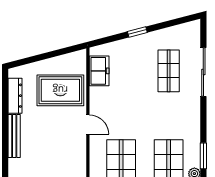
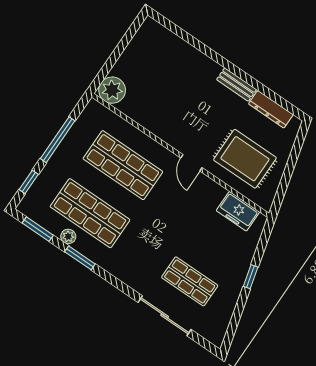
rug: (60, 90) -> (245, 159), turned 90
door: (88, 125) -> (191, 163), hinge flipped
bench: (14, 136) -> (237, 85), width x0.73

